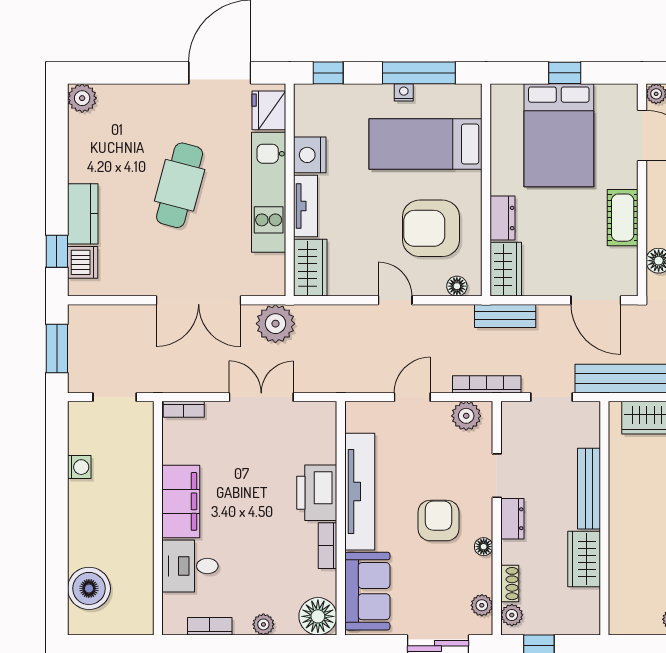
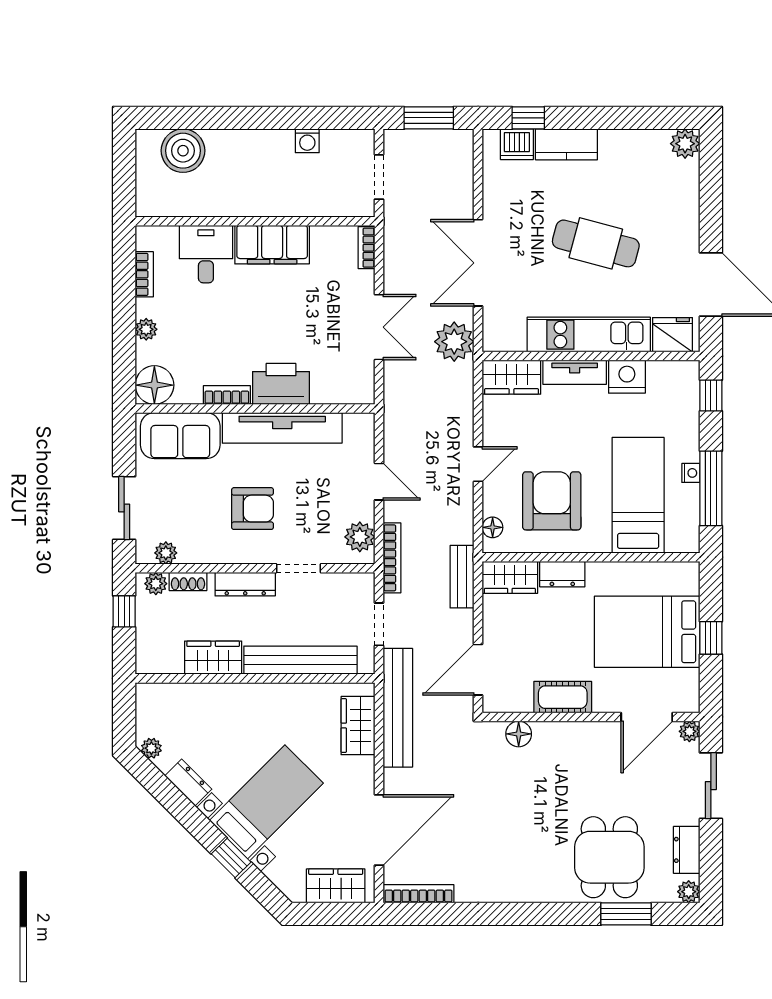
bench: (589, 489) -> (300, 660), width x1.37, depth x1.21
dresser: (512, 519) -> (245, 584), width x1.44
floor lamp: (484, 547) -> (226, 555), removed

